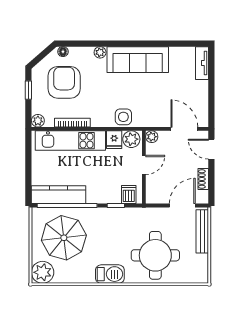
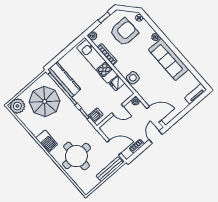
door: (184, 129) -> (154, 114), hinge flipped
plant: (131, 139) -> (125, 92), removed

